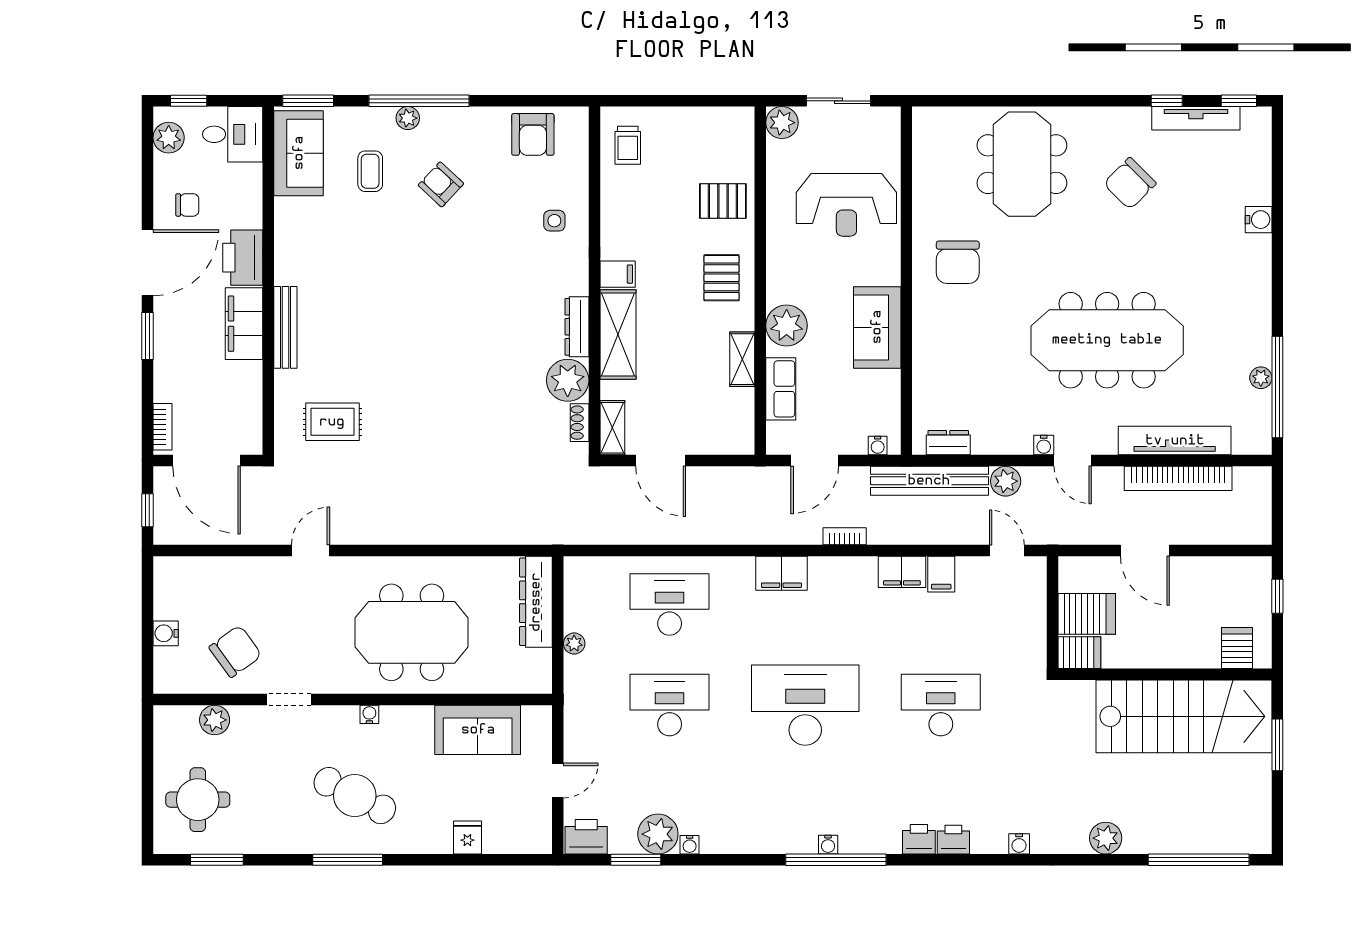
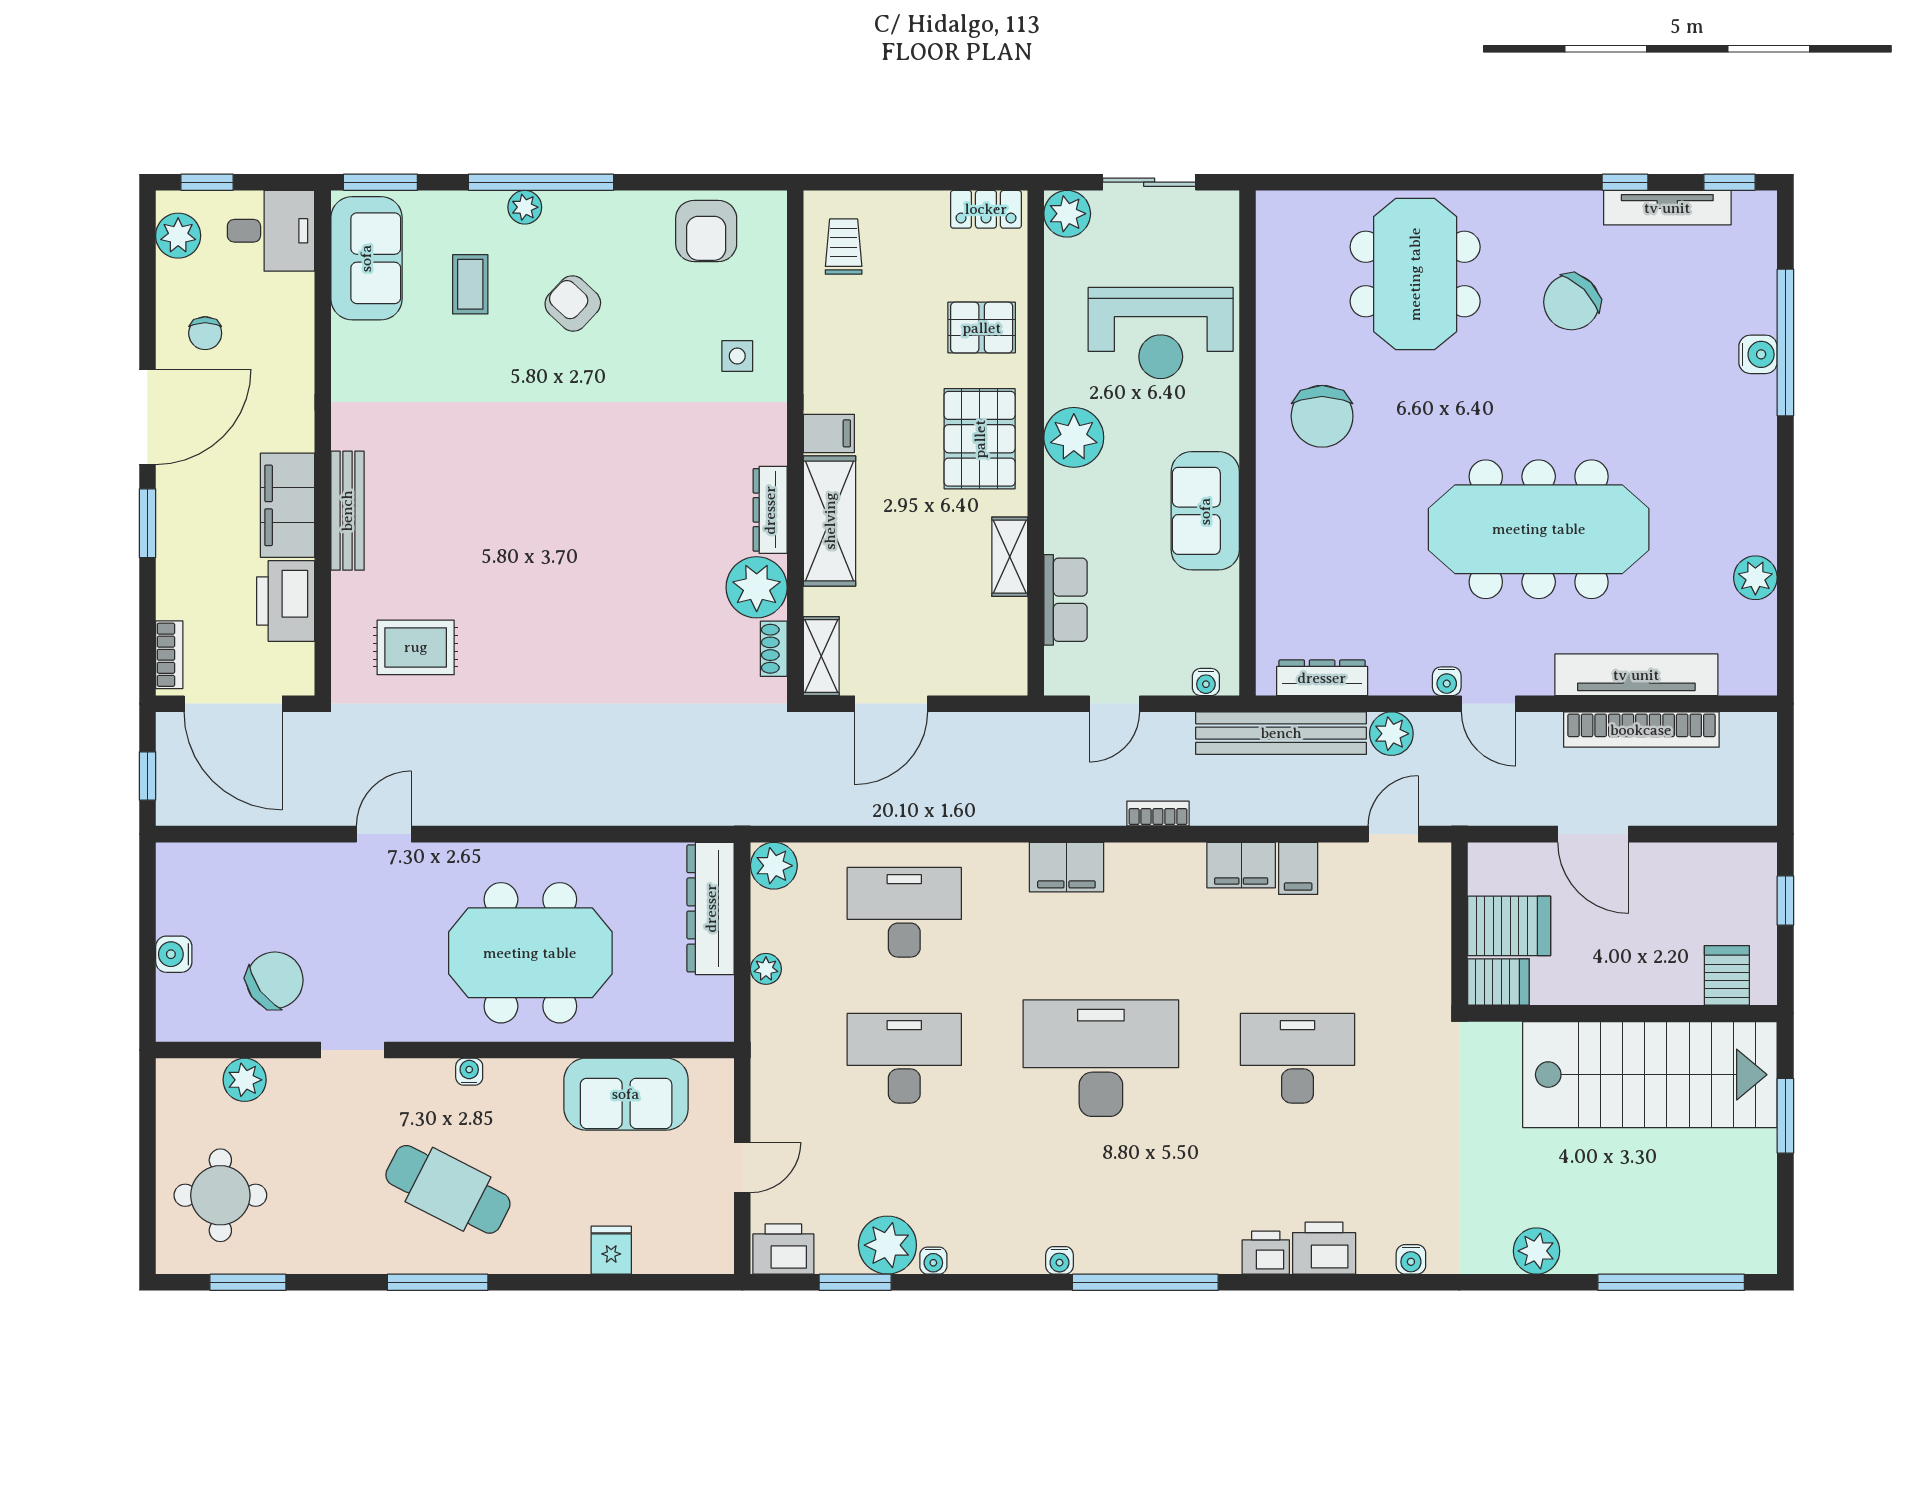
locker: (726, 119) -> (986, 209), added
trolley: (628, 145) -> (844, 247), turned 180
chair: (187, 205) -> (205, 333), turned 90
printer: (243, 258) -> (286, 601), moved
pallet: (721, 278) -> (980, 439), width x1.50, depth x1.42
plant: (787, 326) -> (1074, 437), moved
plant: (1261, 378) -> (1755, 578), width x1.38, depth x1.38
window: (1277, 387) -> (1785, 342), moved
dresser: (948, 443) -> (1322, 678), width x1.44
door: (661, 461) -> (891, 704), hinge flipped
door: (815, 461) -> (1115, 704), width x0.73
door: (1007, 550) -> (1393, 834), hinge flipped
plant: (580, 572) -> (774, 866), added
printer: (953, 840) -> (1324, 1248), width x1.36, depth x1.24
water cooler: (828, 845) -> (1059, 1260), moved

